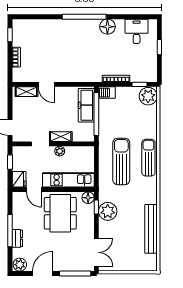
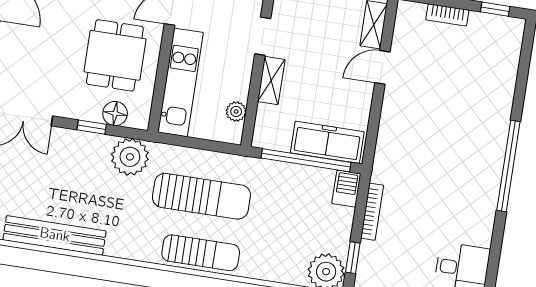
floor lamp: (107, 27) -> (481, 211), removed
plant: (60, 151) -> (236, 111), moved
floor lamp: (88, 198) -> (115, 113), moved
window: (96, 207) -> (92, 127), moved
plant: (108, 211) -> (130, 157), moved
dining table: (60, 213) -> (115, 55), width x0.73

